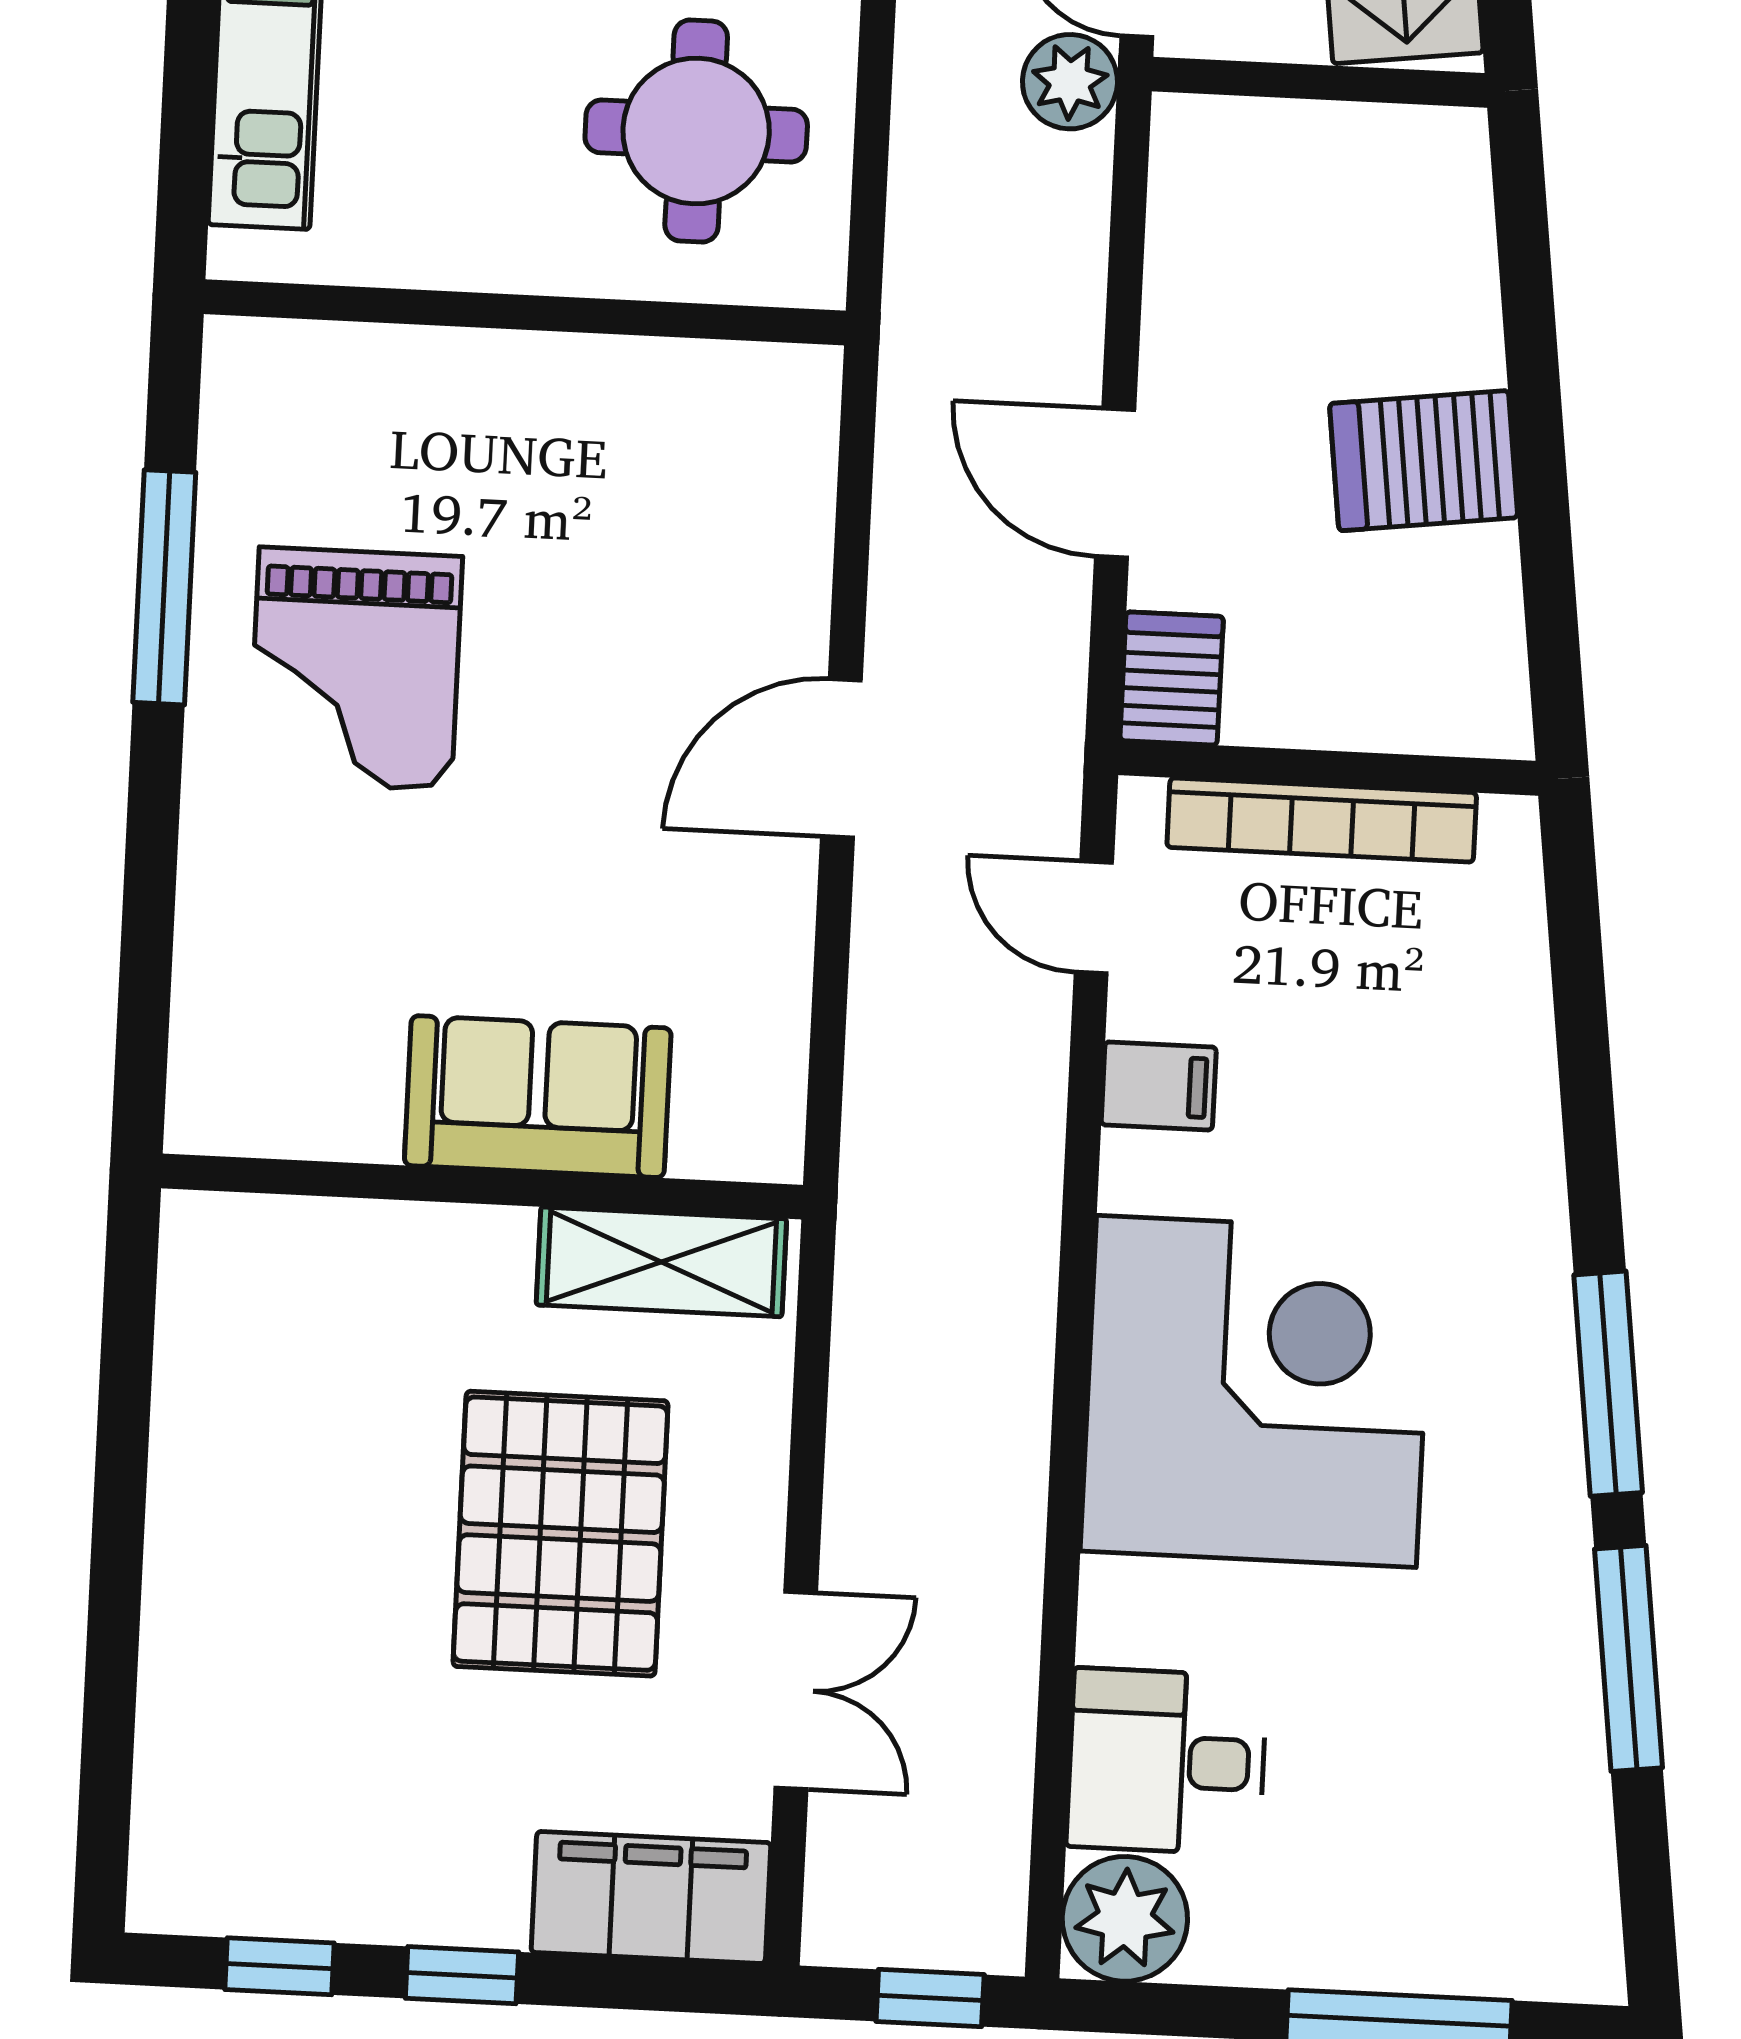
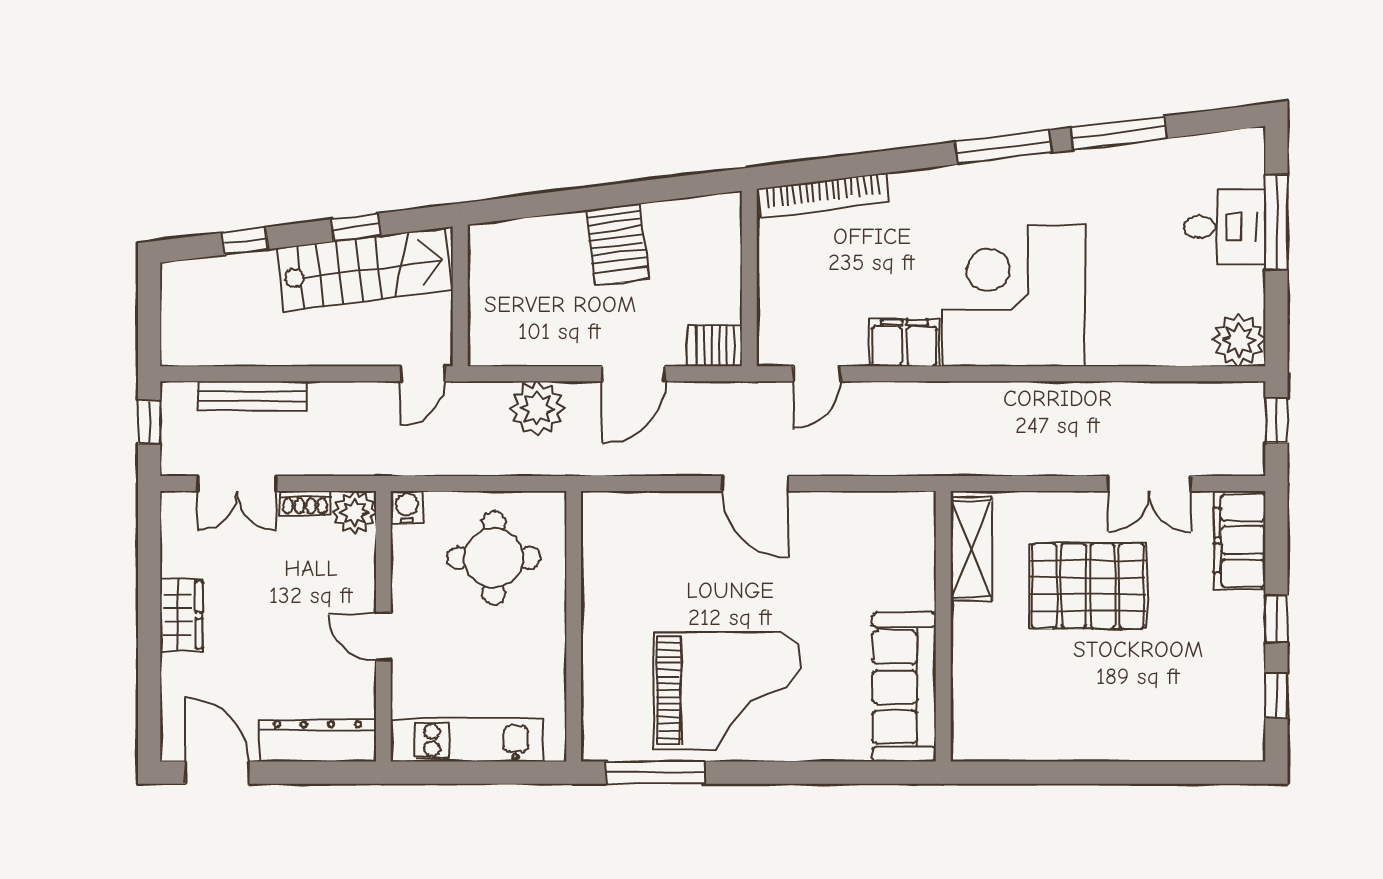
plant: (1070, 82) -> (537, 408), moved, width x1.36, depth x1.36
window: (164, 587) -> (655, 773), moved
grand piano: (355, 669) -> (727, 690), width x1.37, depth x1.48
bookcase: (1322, 820) -> (824, 195), moved, turned 83
filing cabinet: (1159, 1086) -> (904, 343), width x2.00
sofa: (538, 1097) -> (904, 687), moved, width x1.36
double door: (796, 1690) -> (1149, 484), swing flipped
desk: (1167, 1761) -> (1224, 227), moved, turned -90

